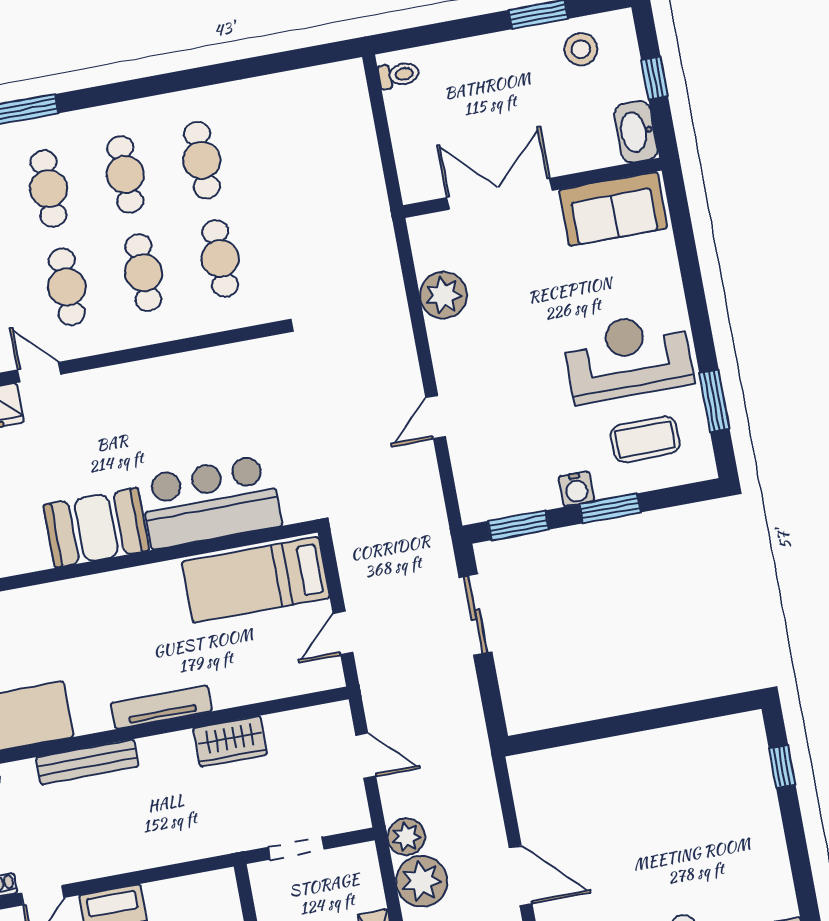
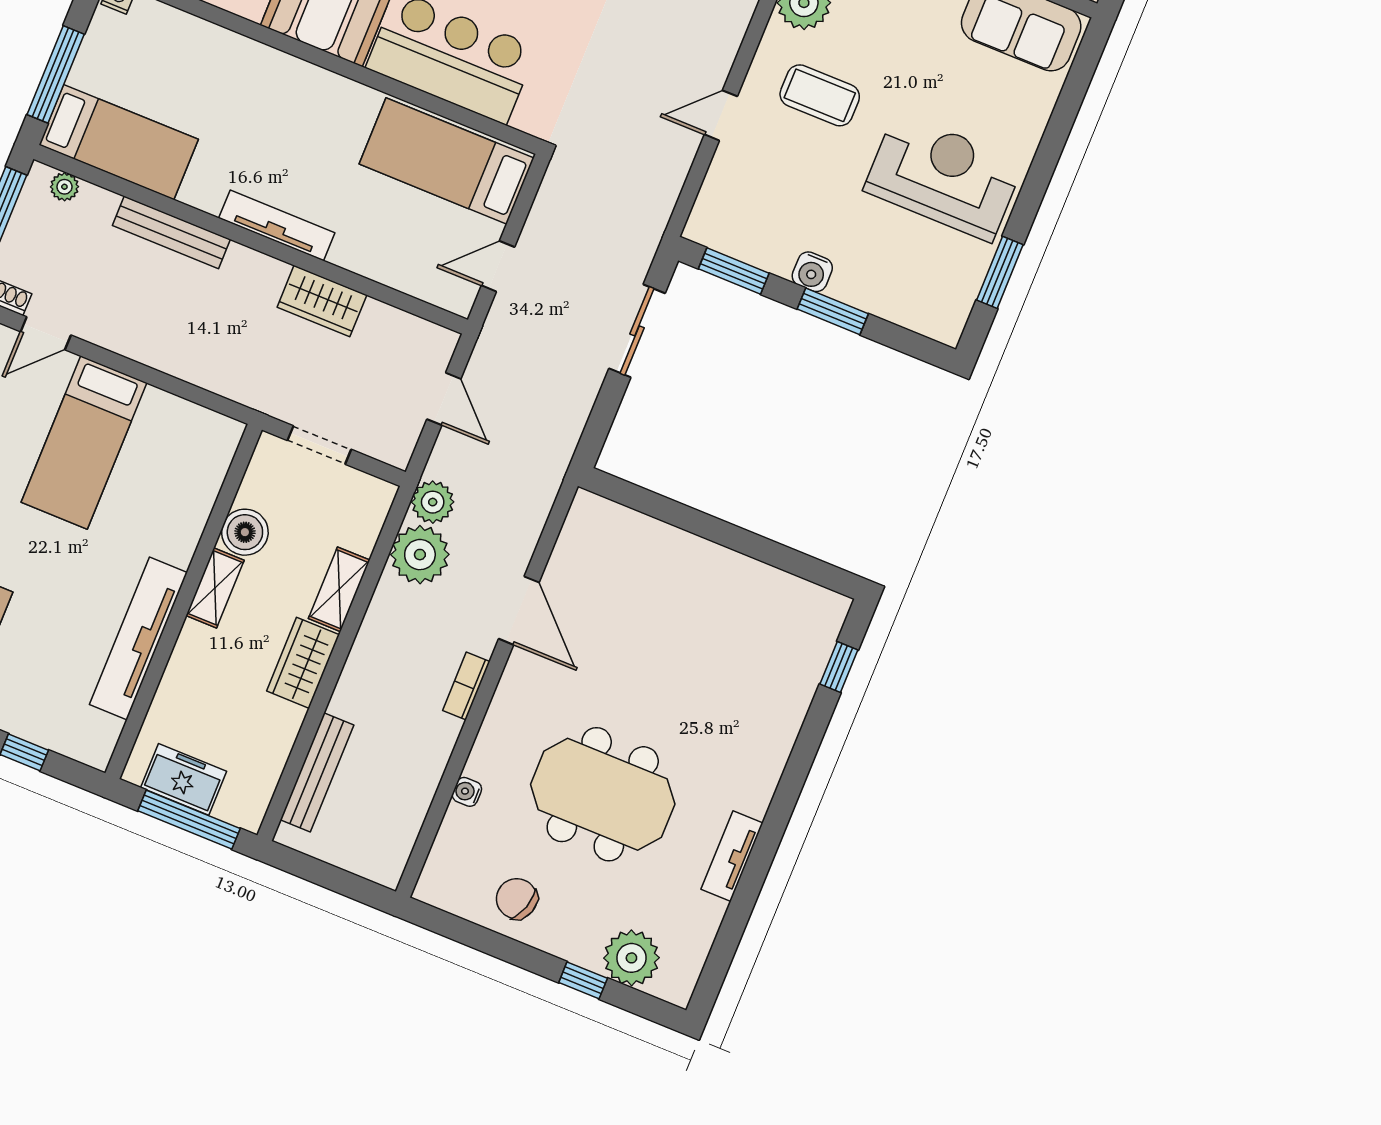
coffee table: (645, 439) -> (820, 95), moved

